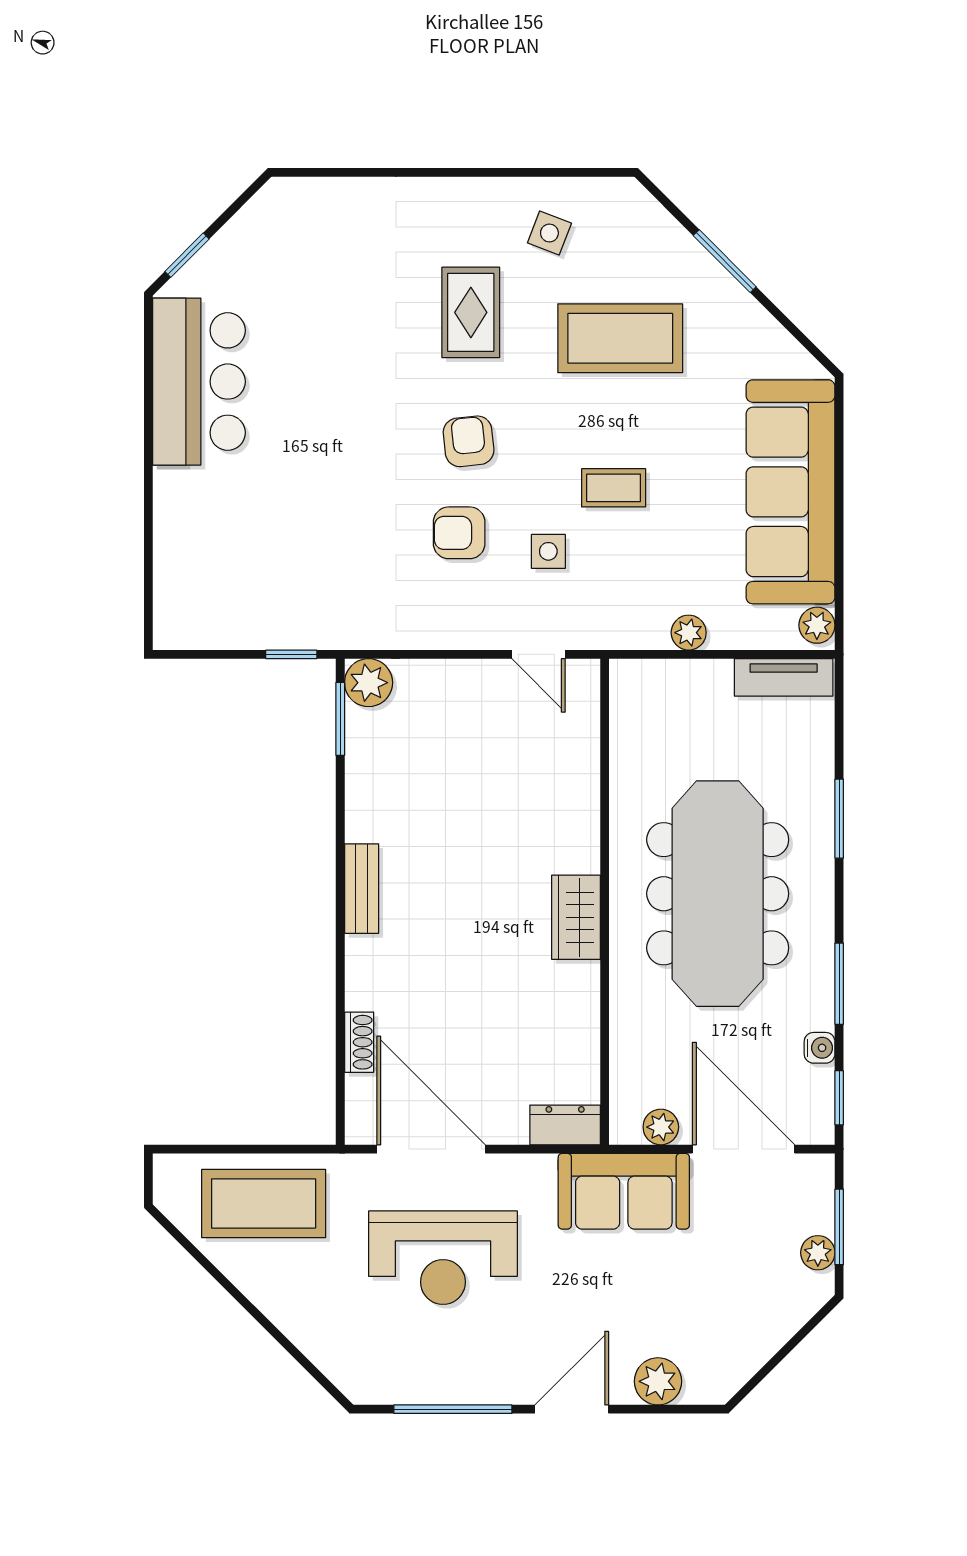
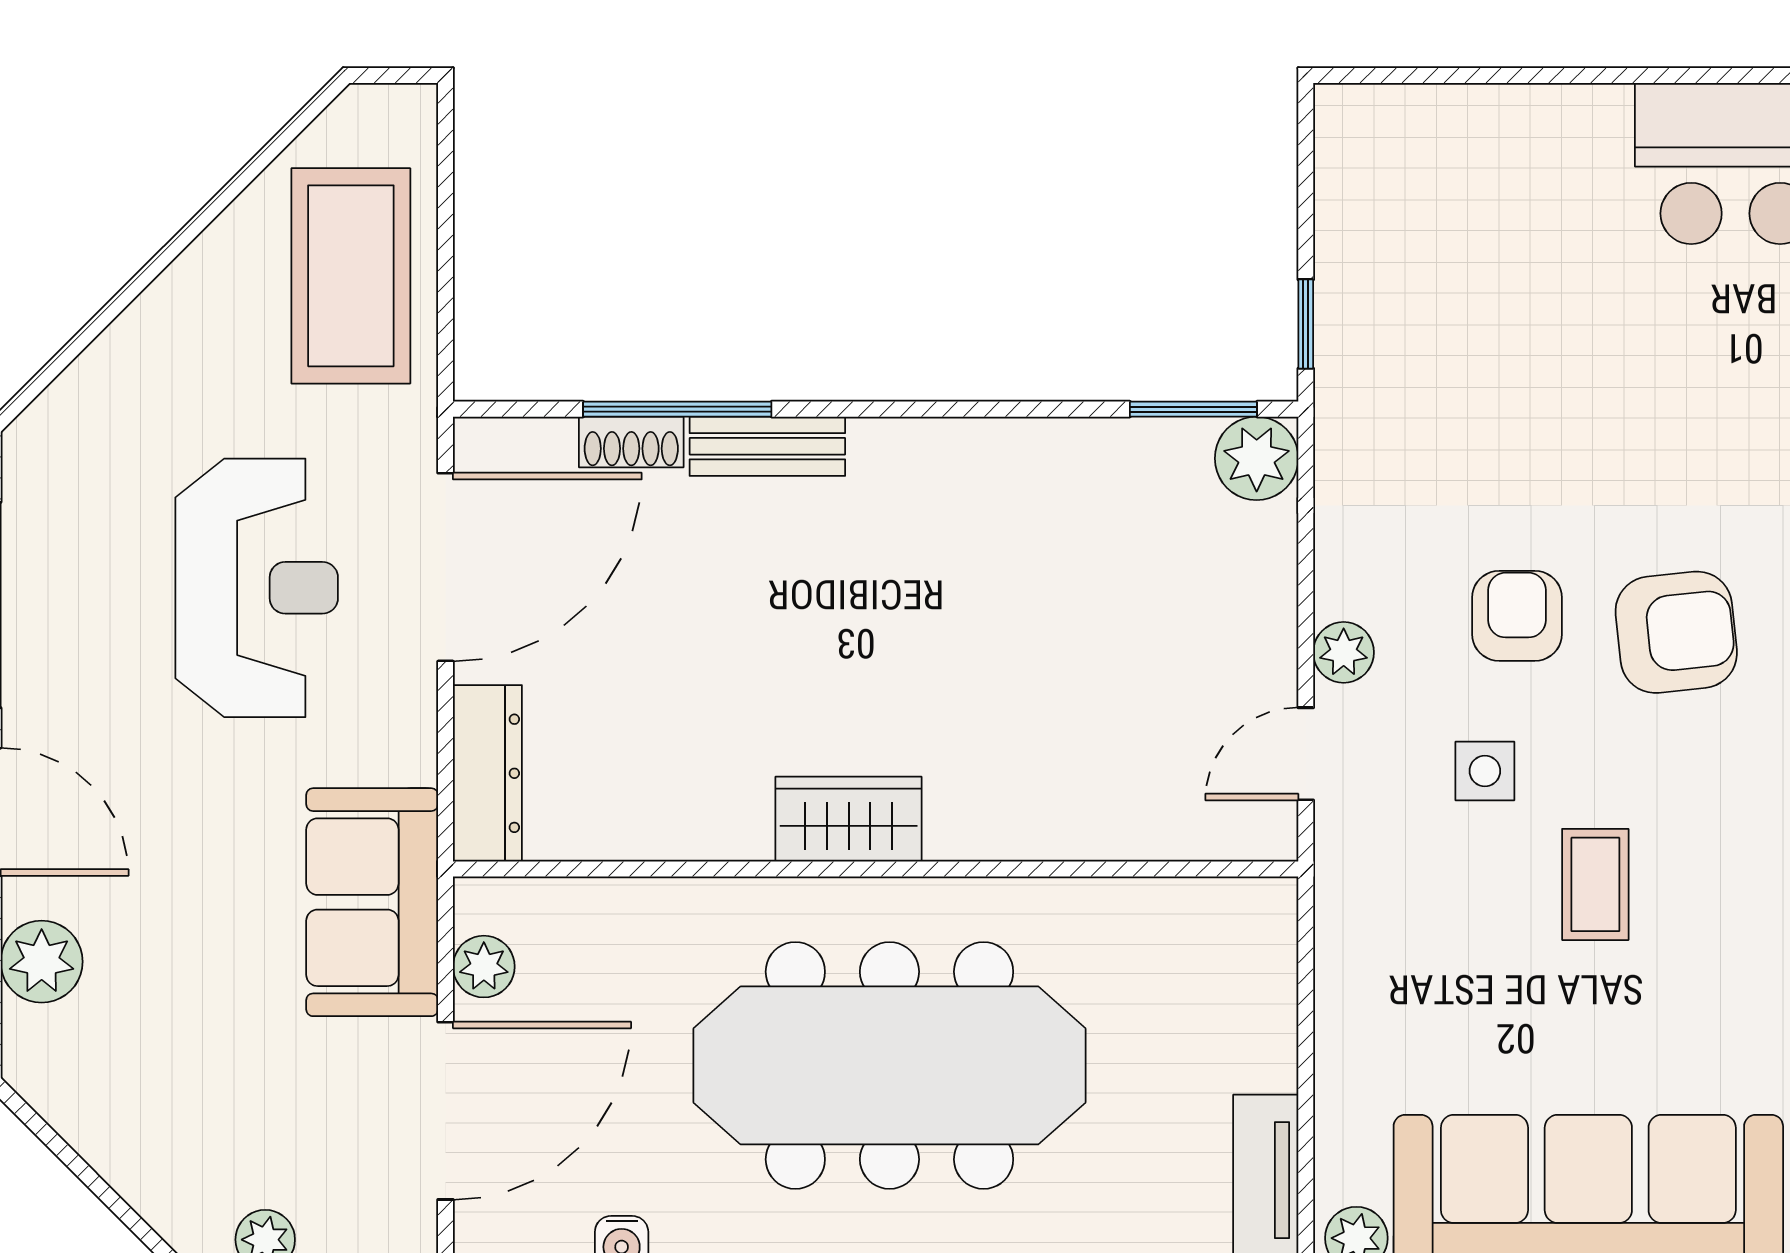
armchair: (469, 441) -> (1676, 632), width x1.38, depth x1.38
plant: (689, 633) -> (1344, 652), moved
bench: (362, 889) -> (767, 446), moved
window: (340, 1016) -> (677, 409), added
dresser: (565, 1125) -> (487, 773), width x1.44
reception desk: (443, 1258) -> (257, 588), turned 180

